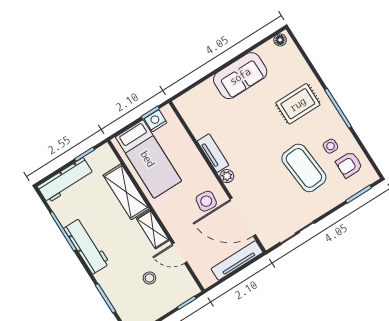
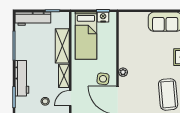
tv unit: (213, 153) -> (123, 55), removed
workbench: (87, 246) -> (22, 78), moved
door: (180, 253) -> (70, 98), hinge flipped

